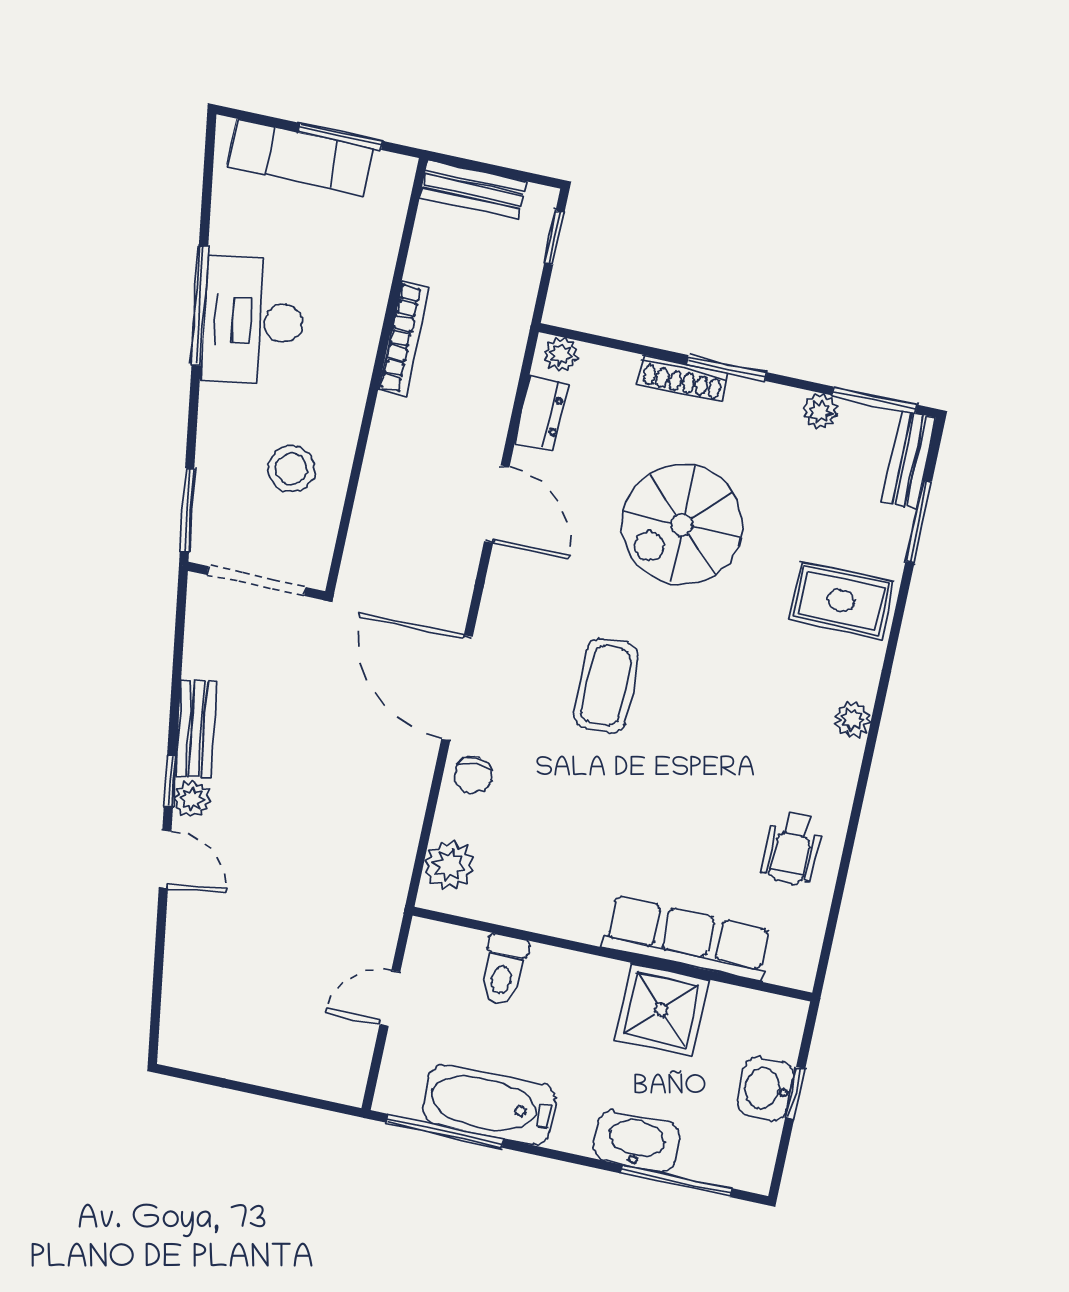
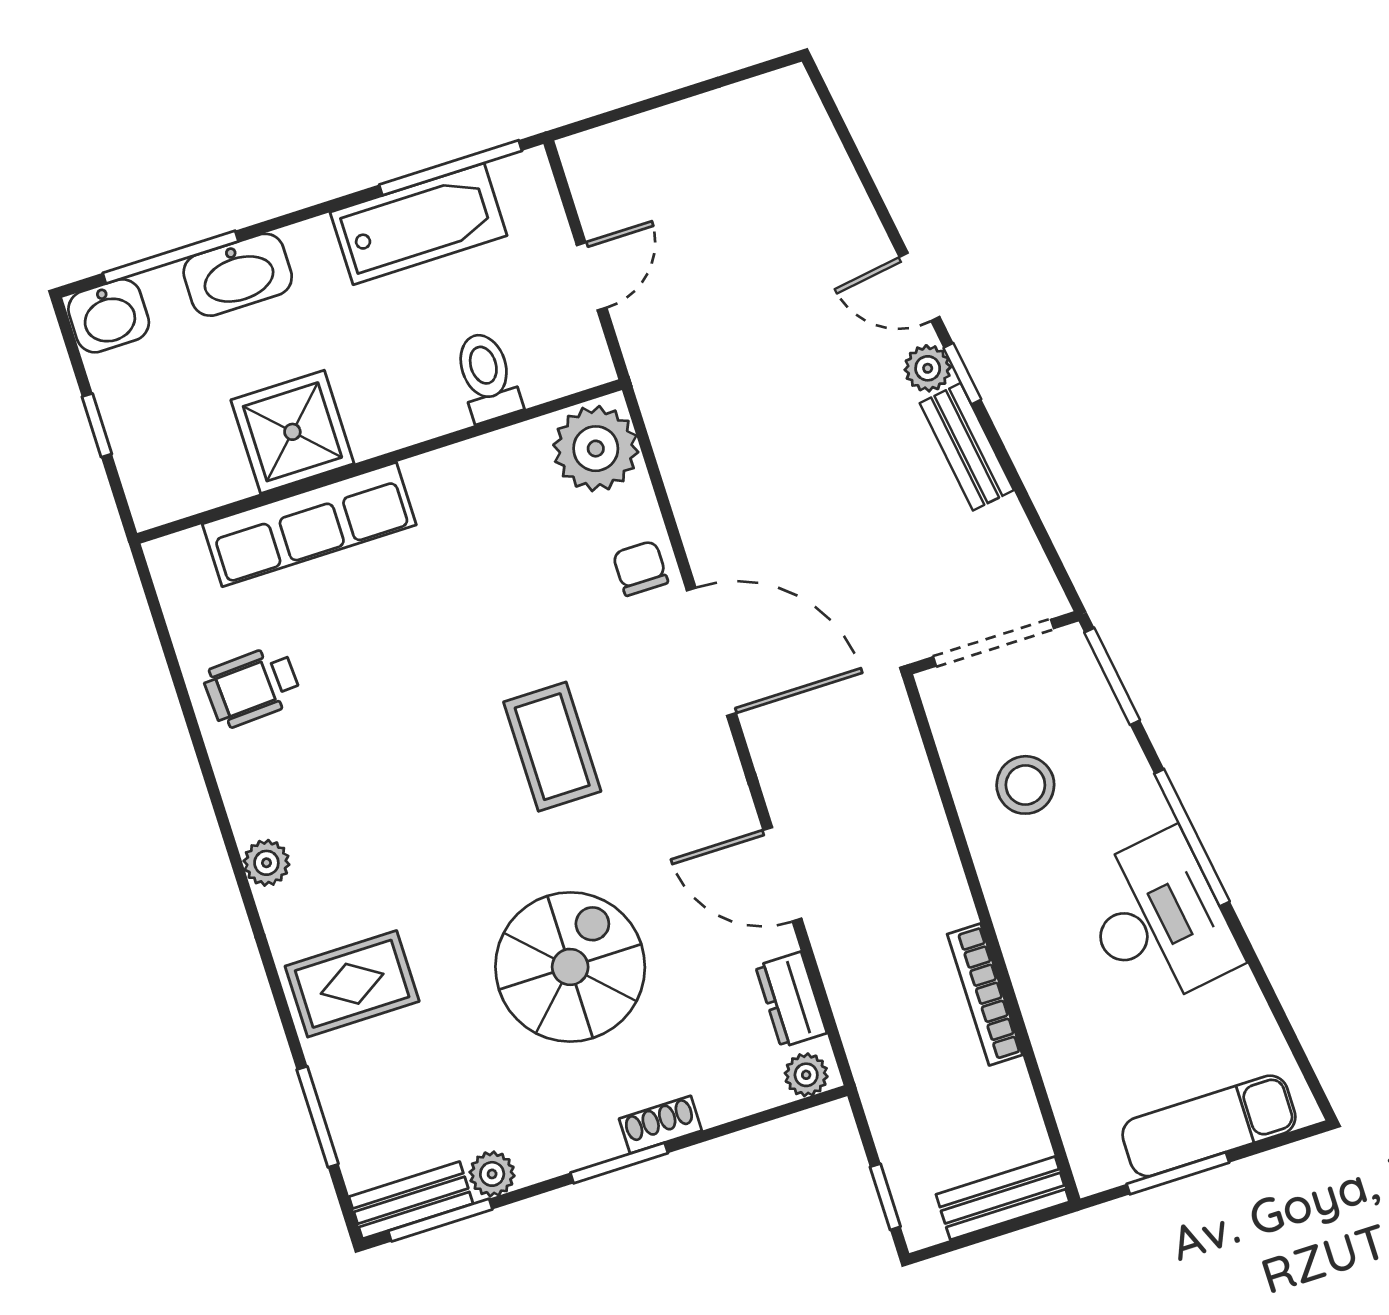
window: (200, 306) -> (1192, 838), moved
shoe rack: (683, 378) -> (660, 1125), width x0.70
bench: (909, 460) -> (411, 1200), moved, turned 90
wheelchair: (792, 848) -> (252, 687), turned -93
plant: (449, 865) -> (596, 449), width x1.36, depth x1.36
washbasin: (766, 1089) -> (109, 316), moved, turned 90

